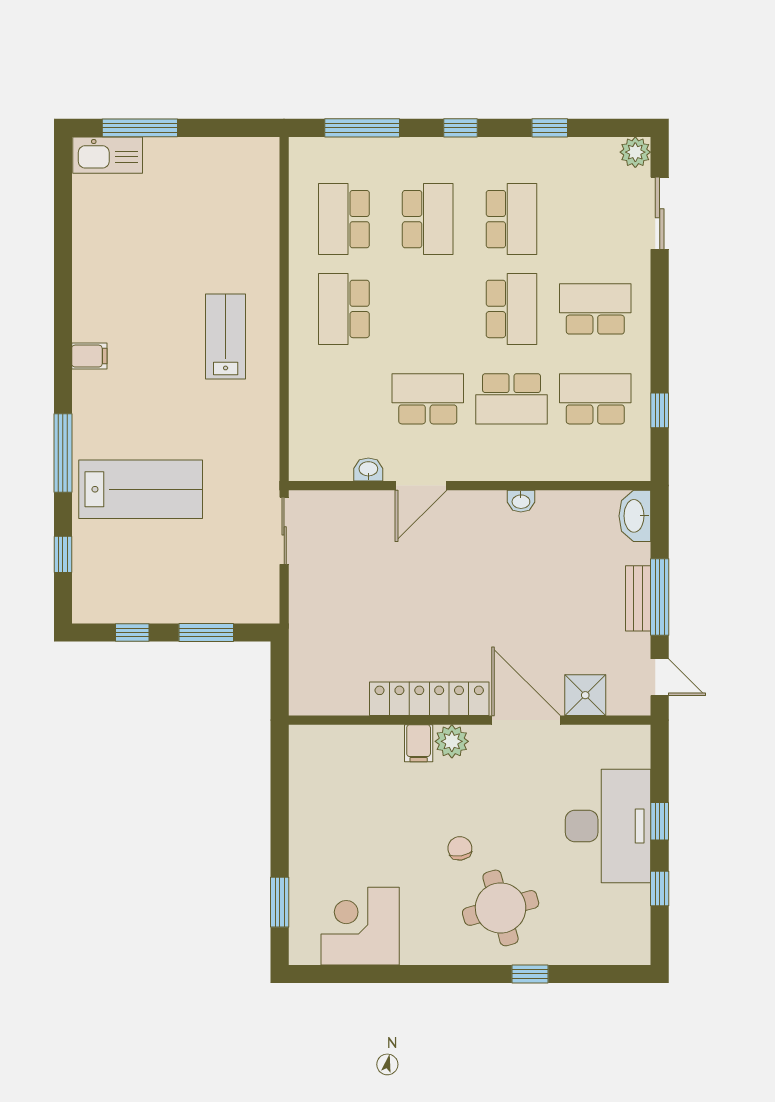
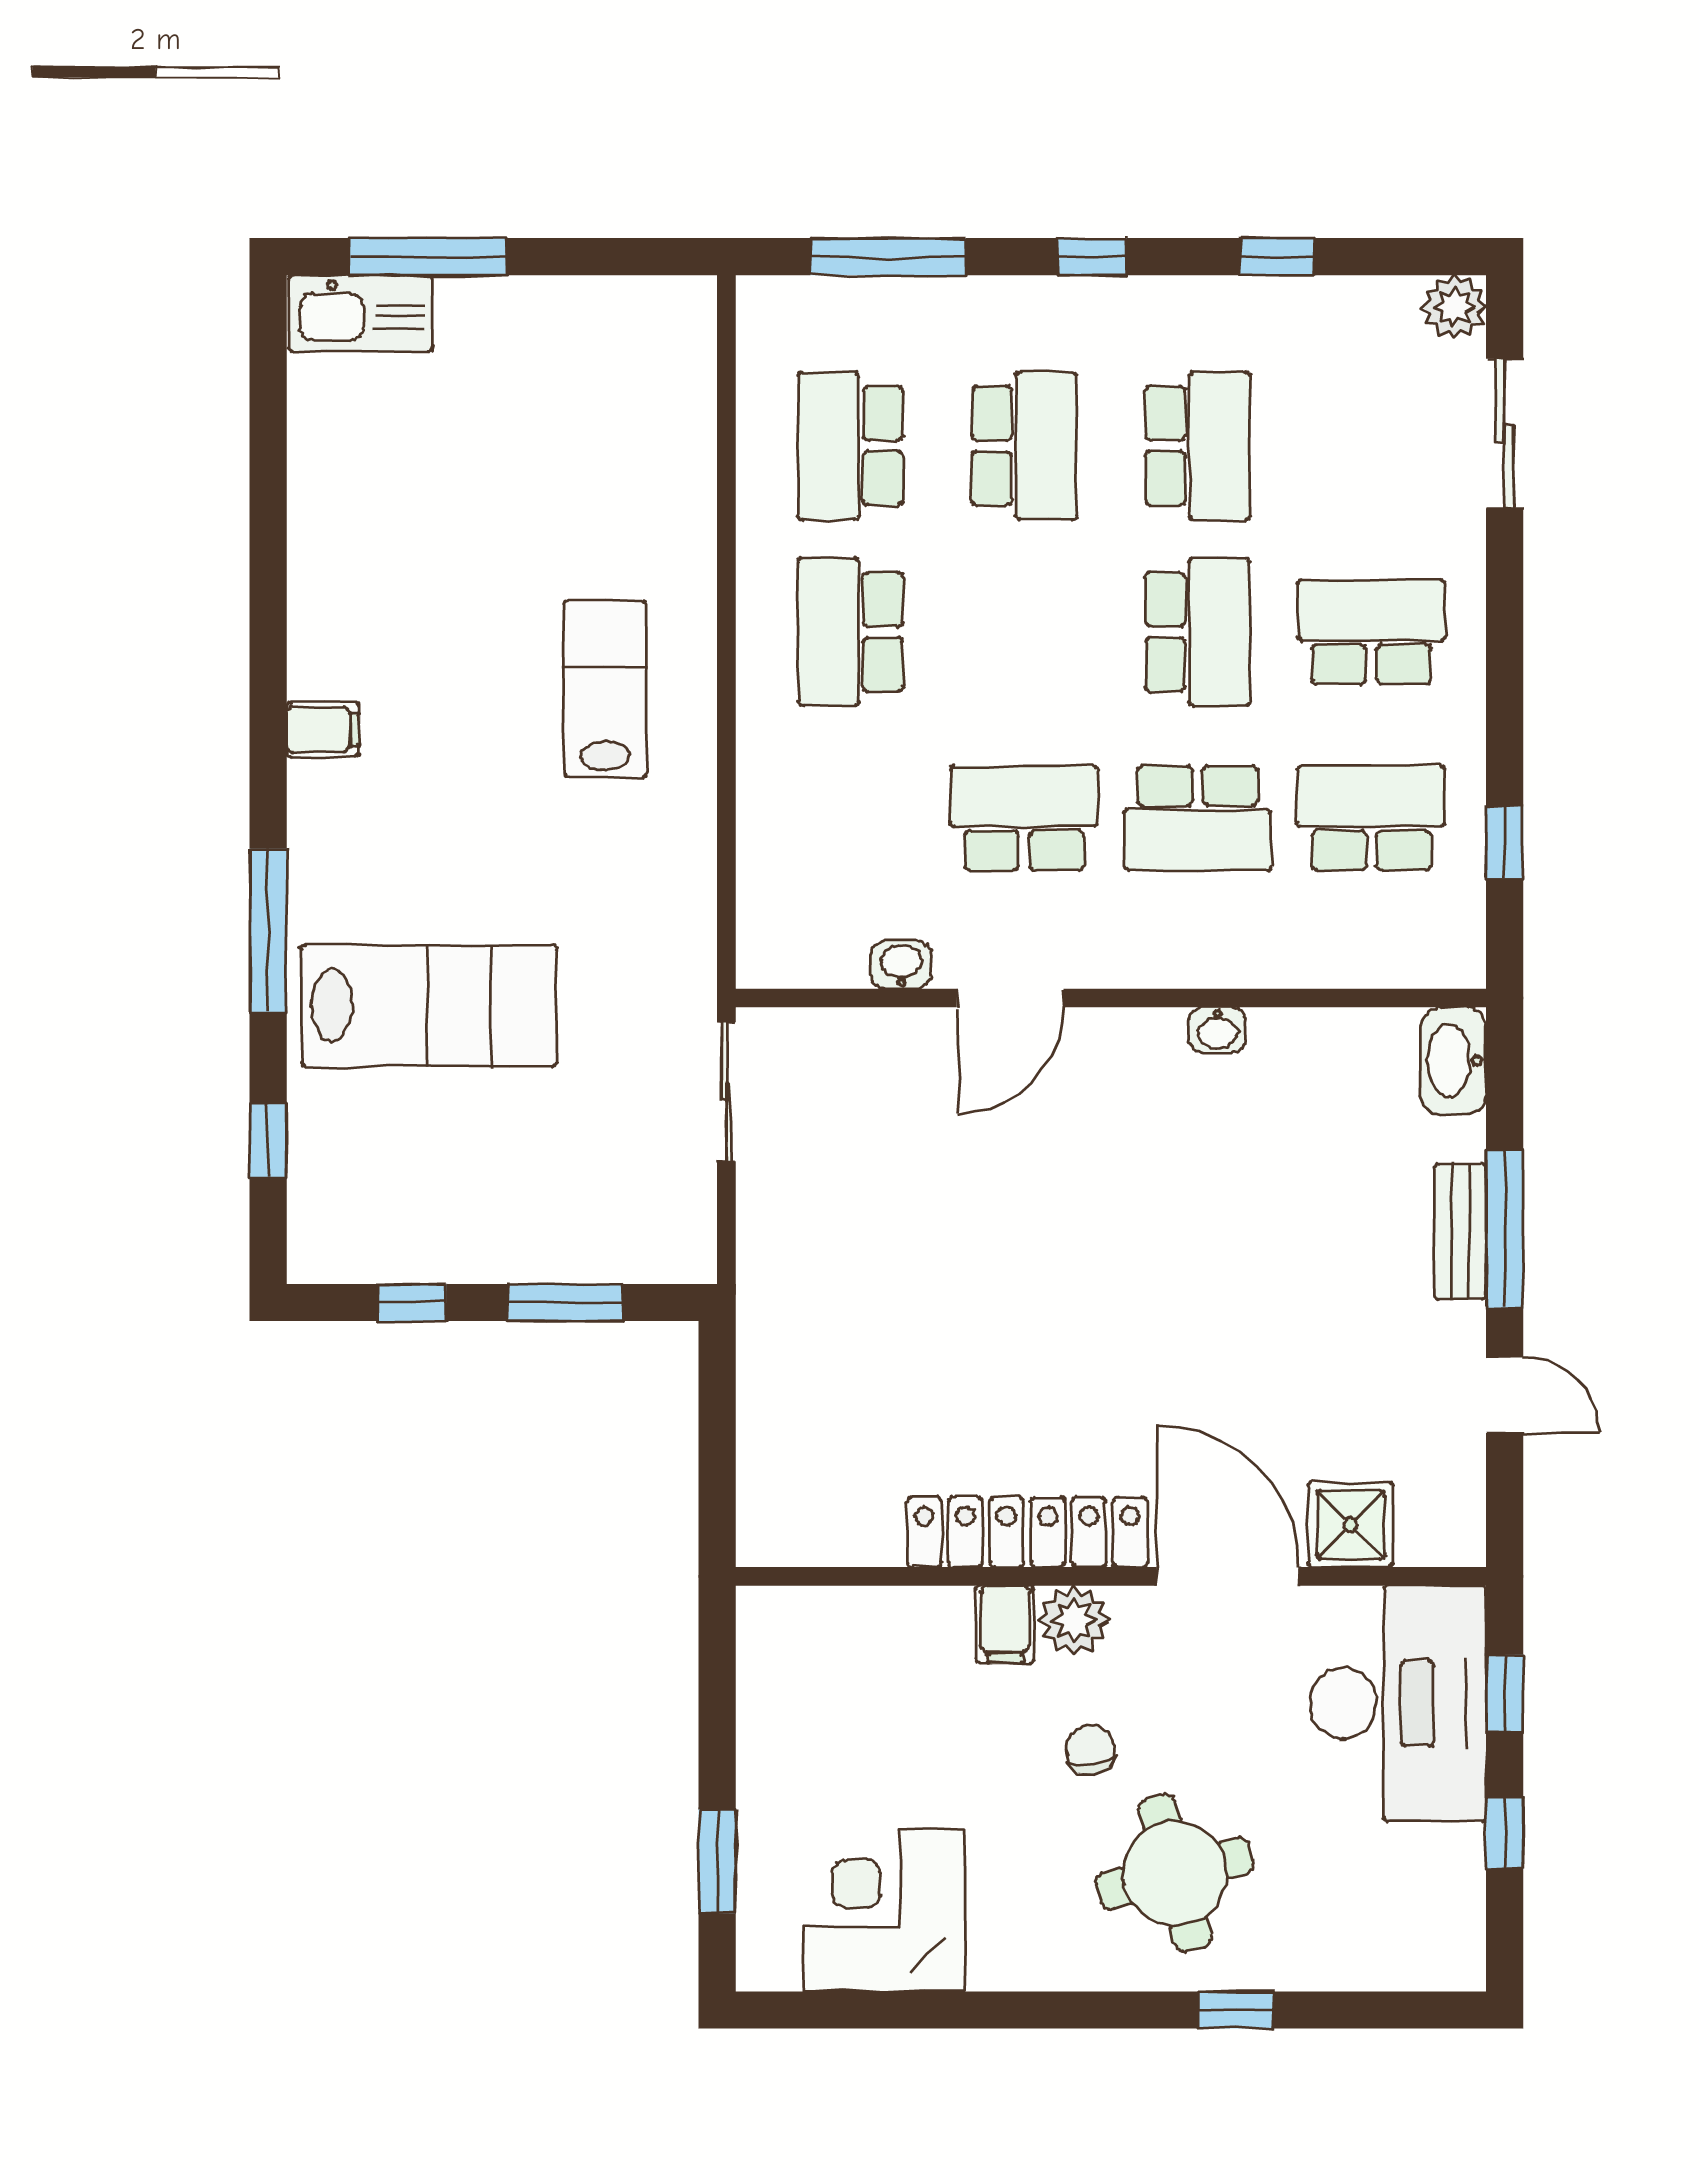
shower: (585, 695) -> (1350, 1525), moved
locker: (429, 699) -> (1027, 1532), moved
wall: (470, 720) -> (1111, 1576), moved
door: (526, 720) -> (1228, 1576), moved
plant: (452, 741) -> (1074, 1620), moved
filing cabinet: (419, 743) -> (1005, 1624), moved

